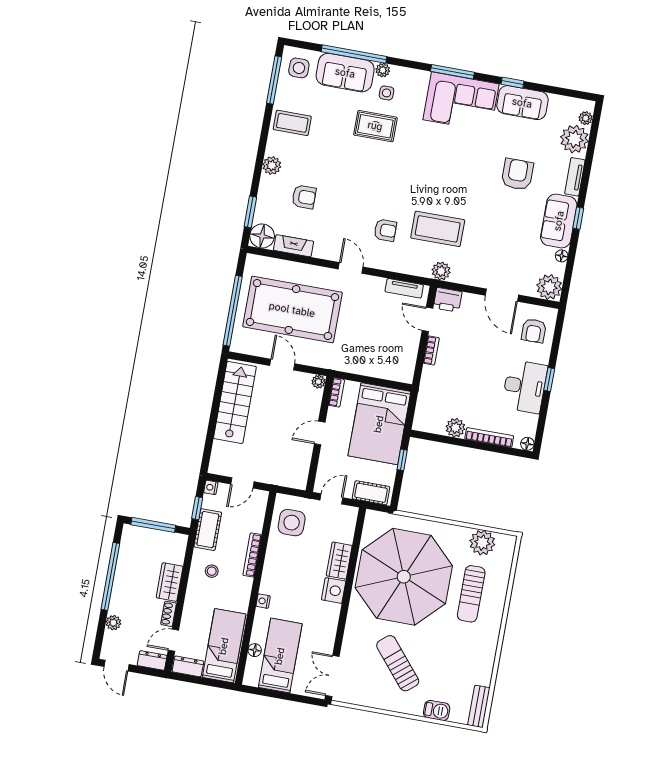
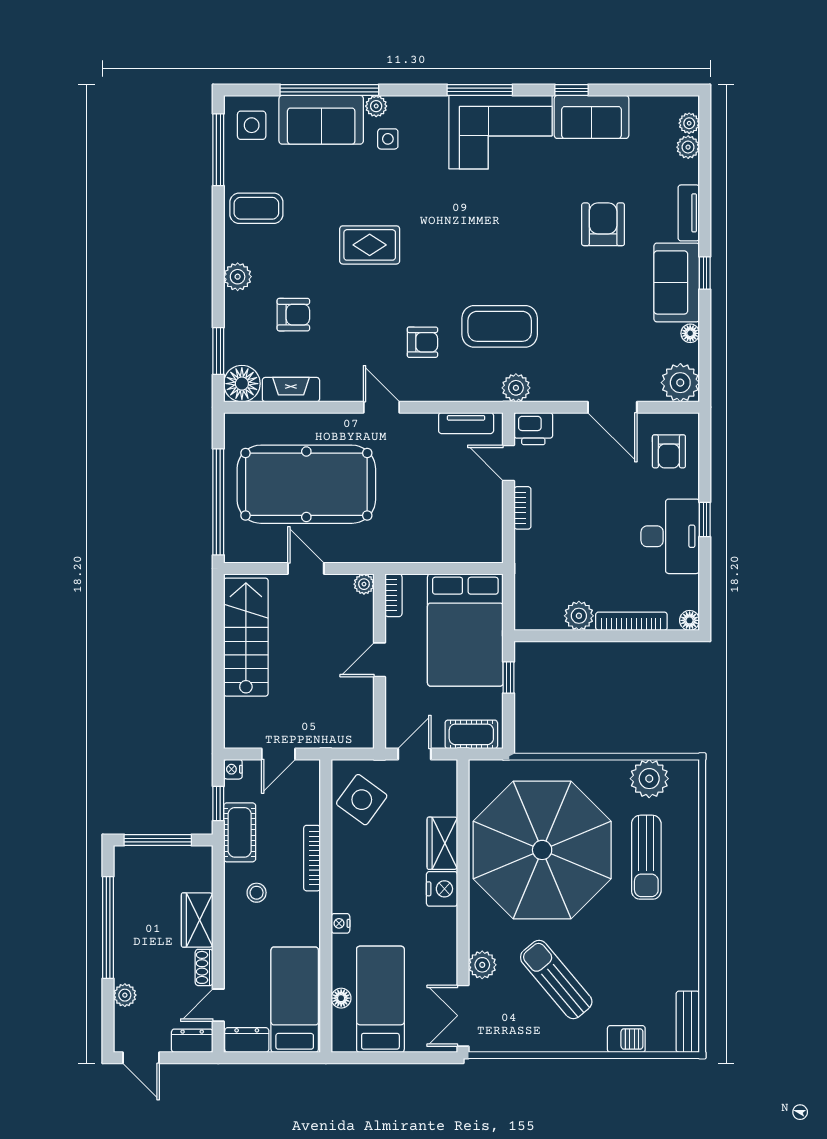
rug: (375, 126) -> (370, 245), moved
plant: (574, 139) -> (688, 147), width x0.53, depth x0.53
side table: (292, 523) -> (362, 800), turned 36
plant: (351, 645) -> (482, 965), added

